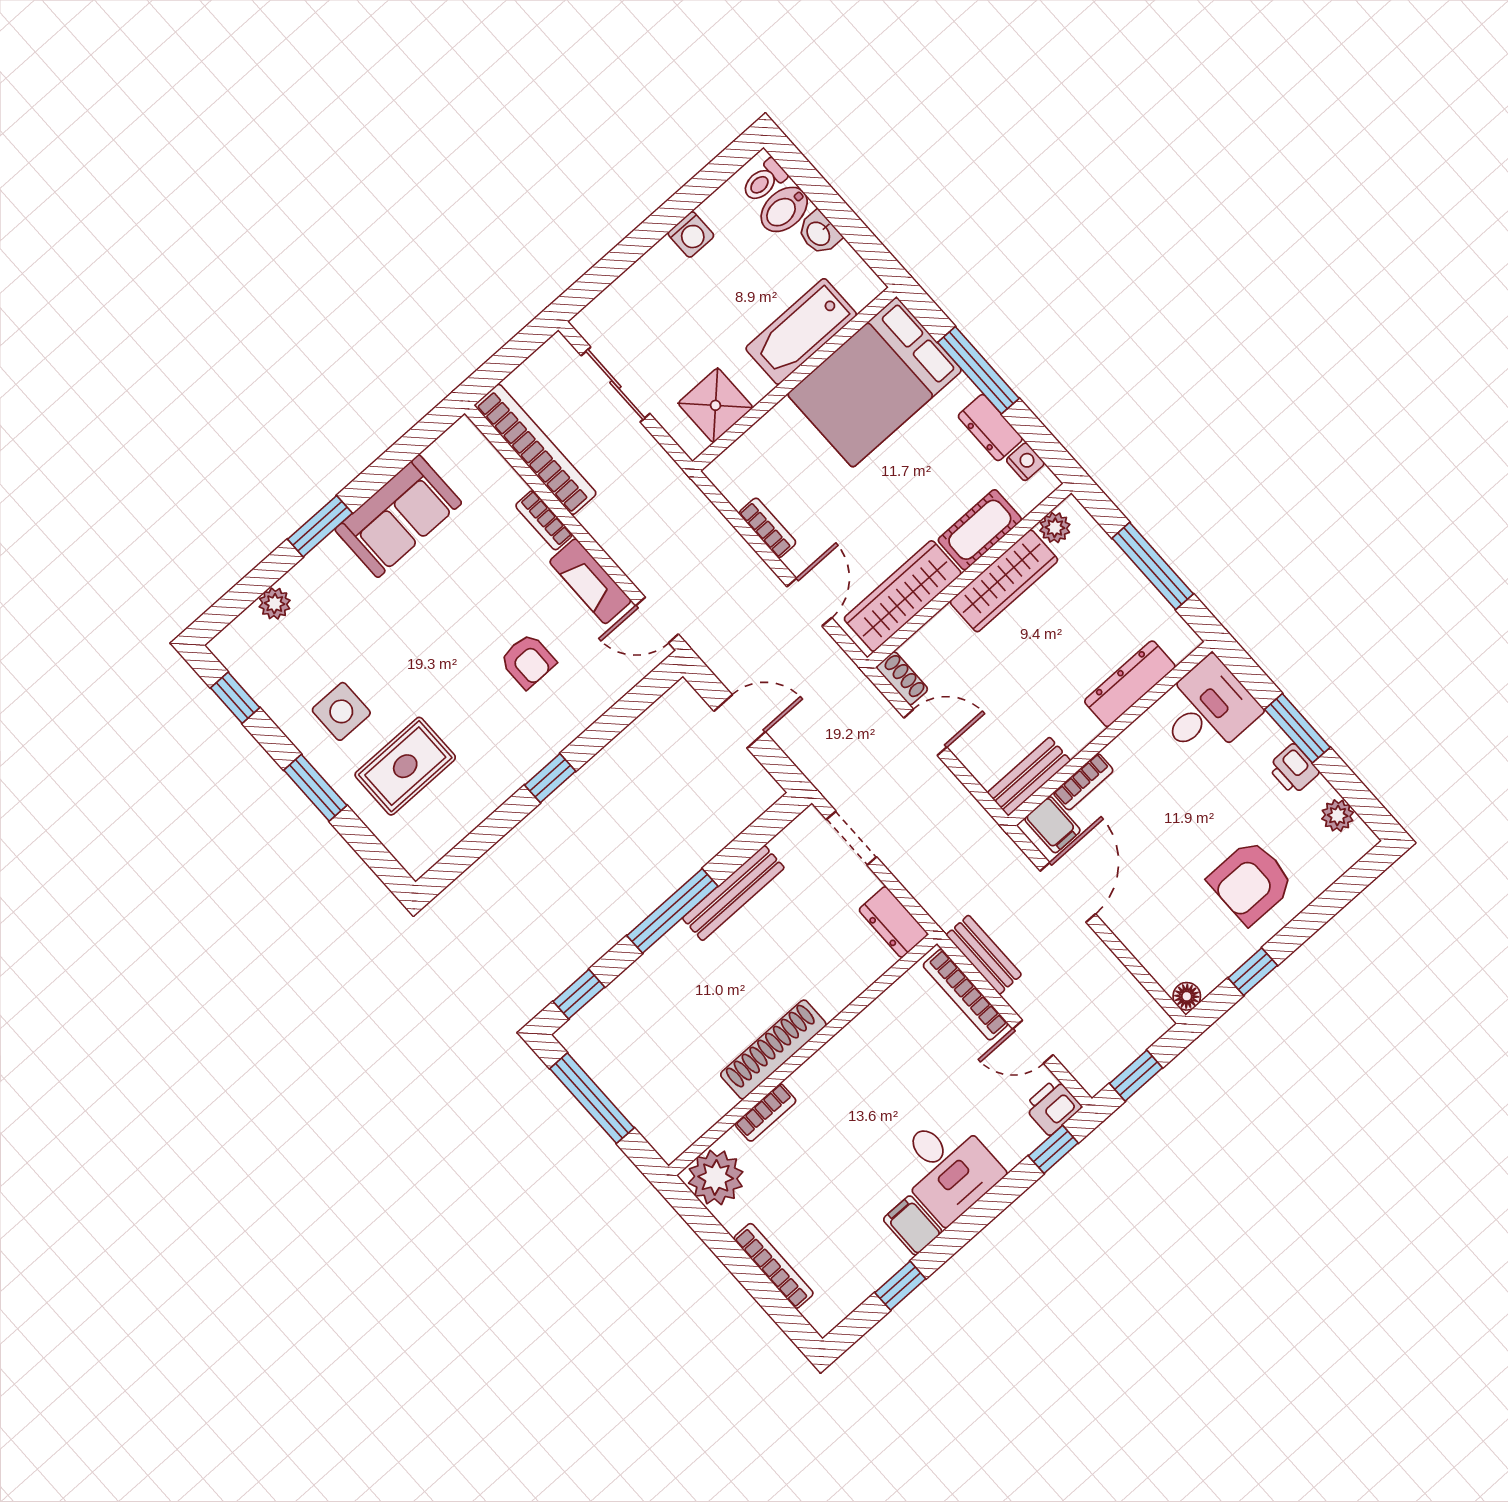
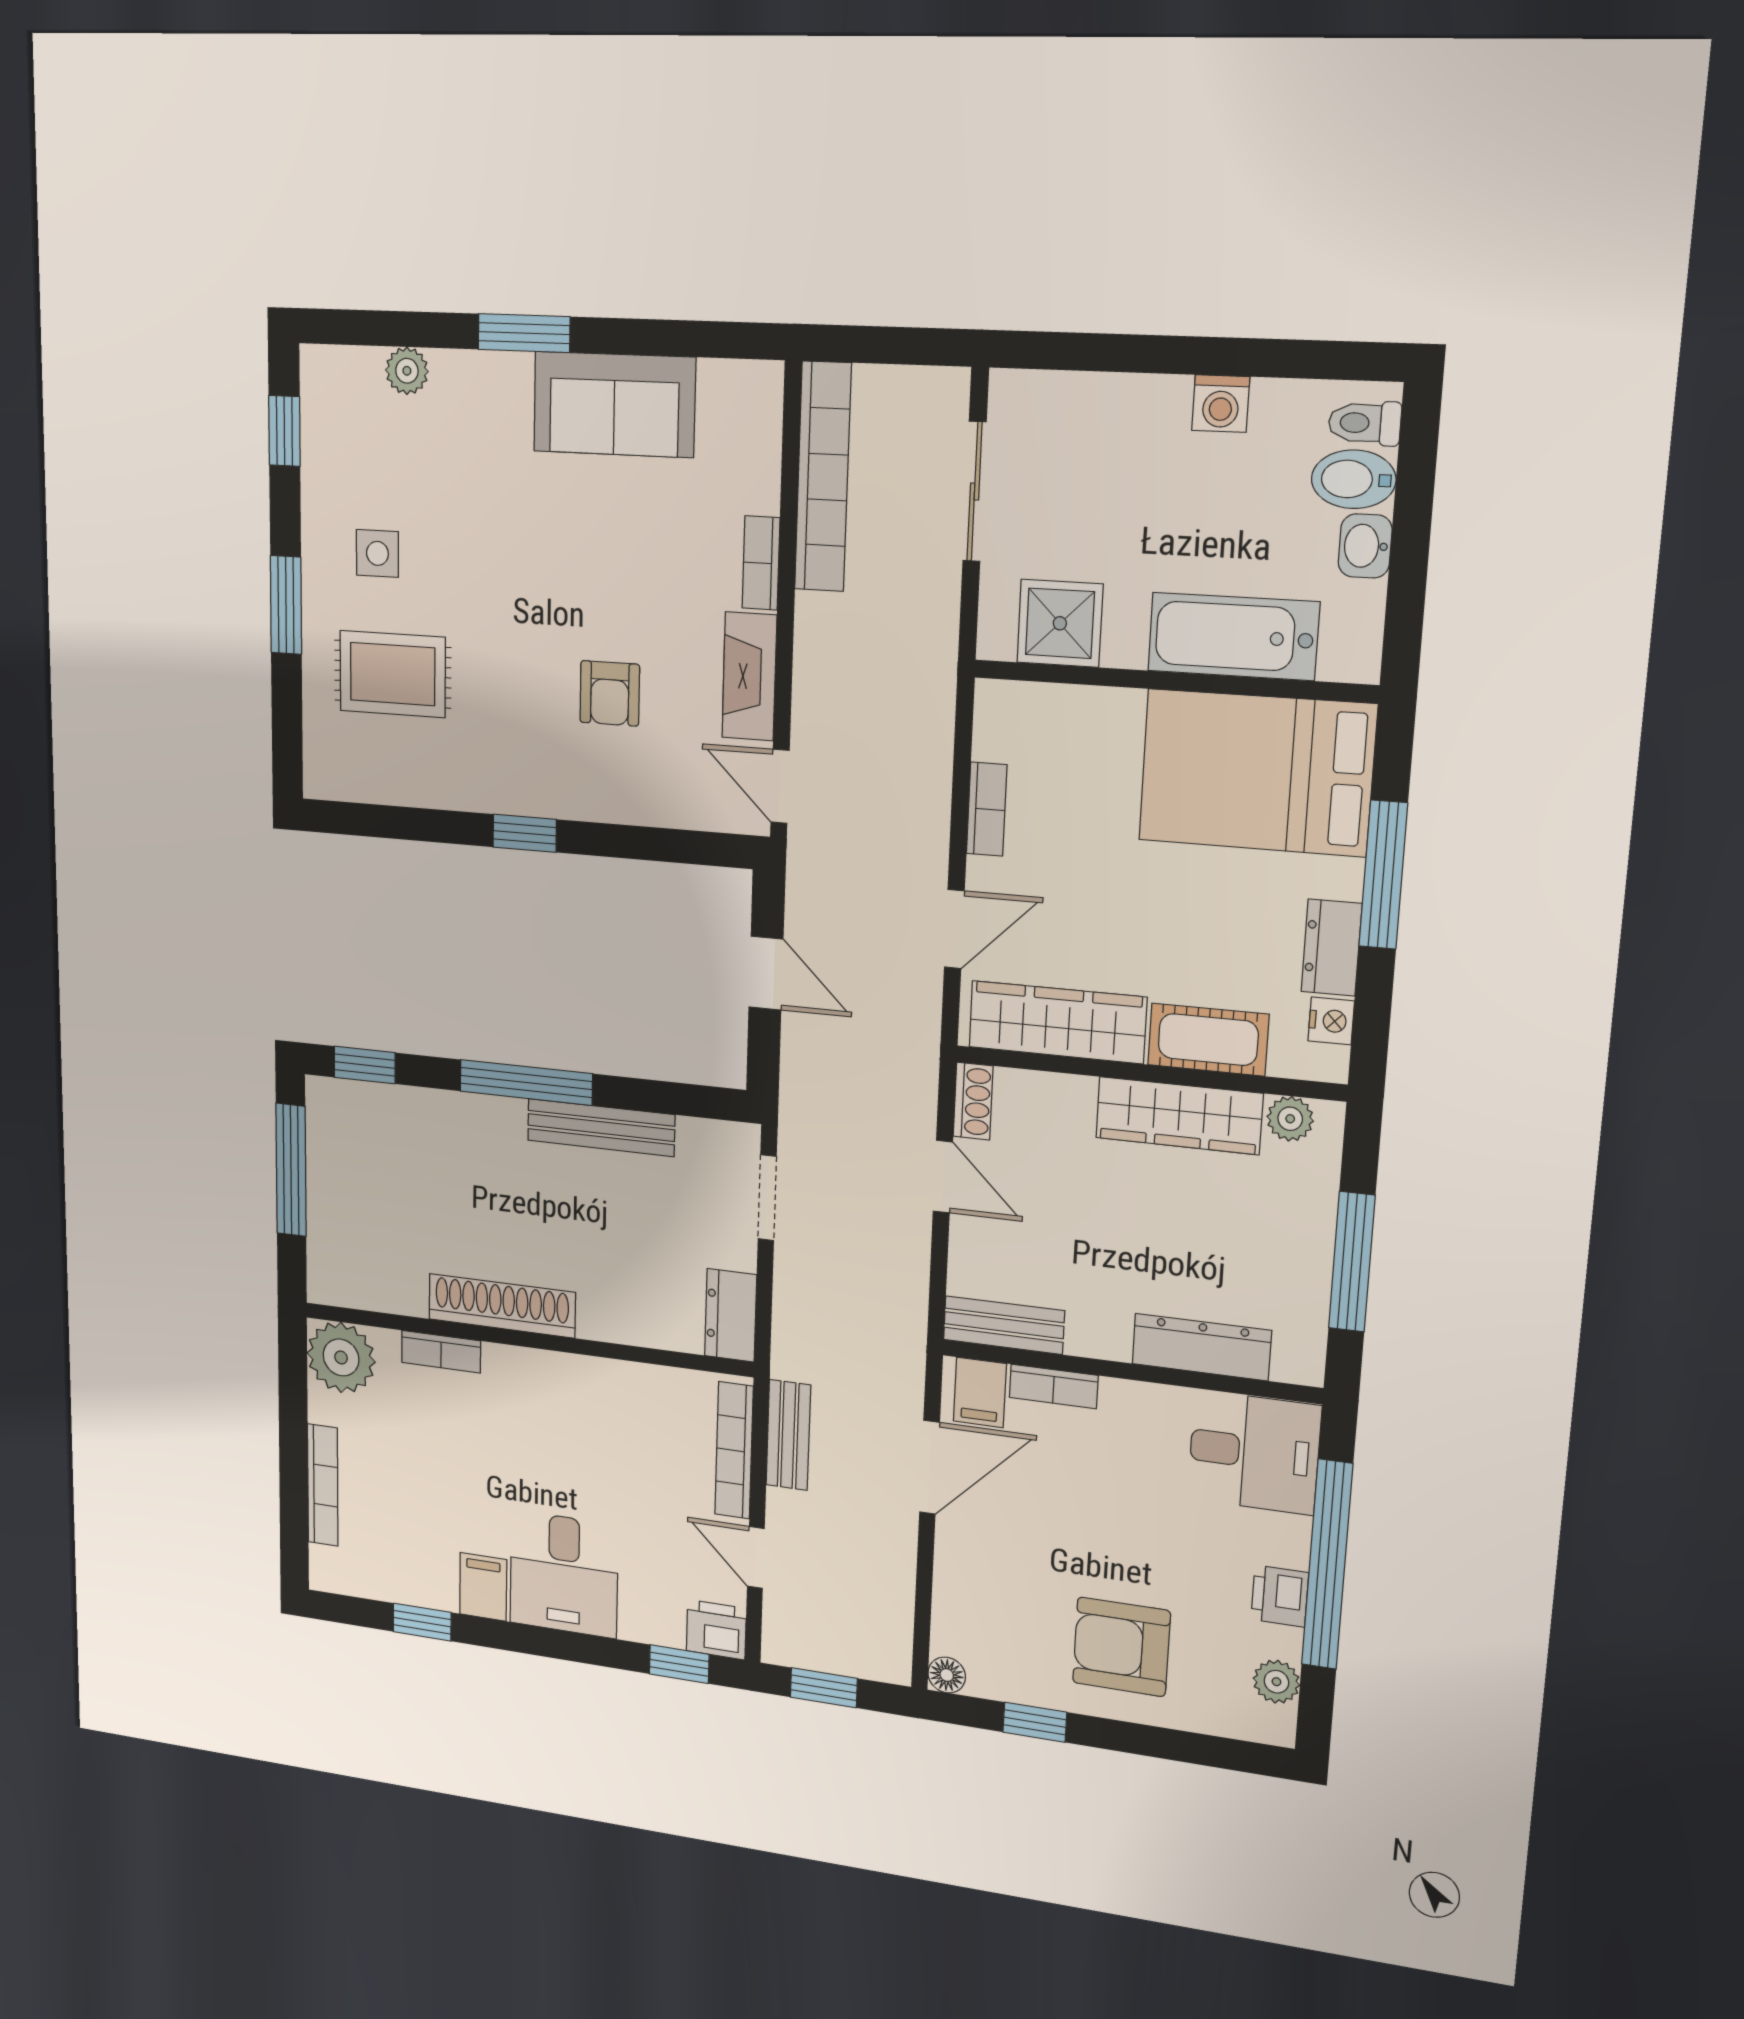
side table: (341, 711) -> (377, 553), width x0.73, depth x0.73
window: (1297, 728) -> (1327, 1565), width x2.11

